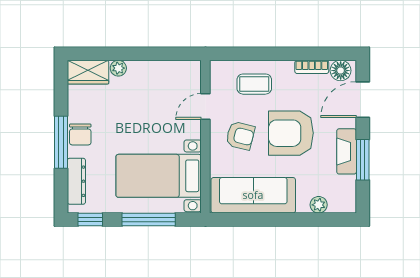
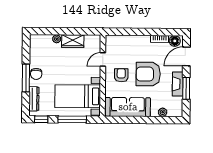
wardrobe: (88, 72) -> (73, 41), moved
coffee table: (254, 84) -> (129, 48), removed
armchair: (240, 136) -> (121, 75), turned -104

